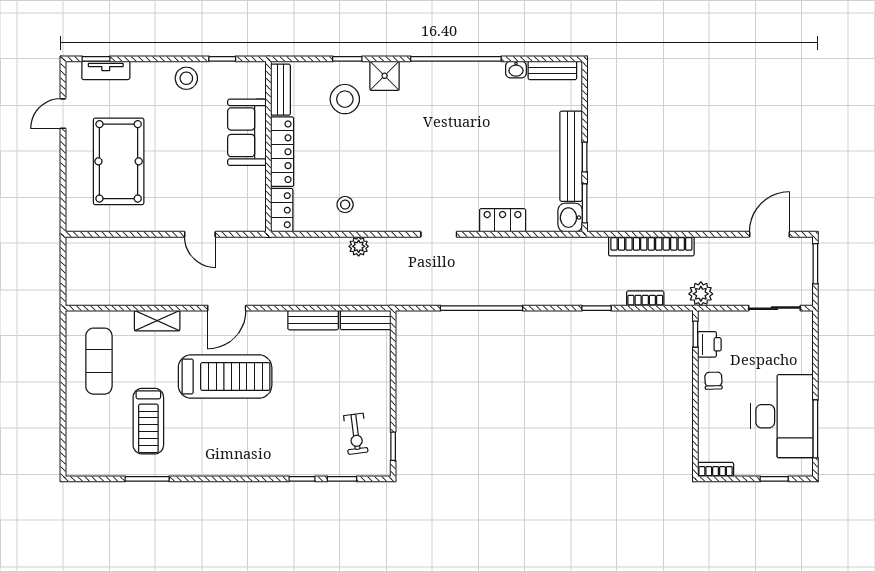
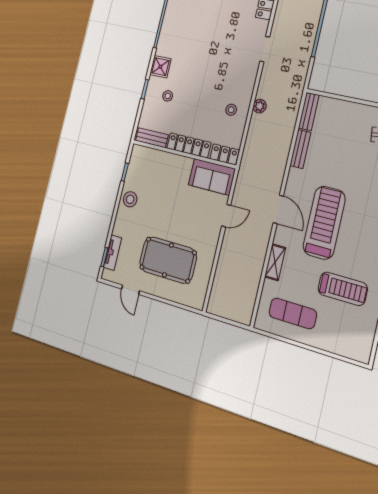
stool: (345, 99) -> (168, 96), width x0.53, depth x0.53
sofa: (247, 132) -> (212, 177), moved

